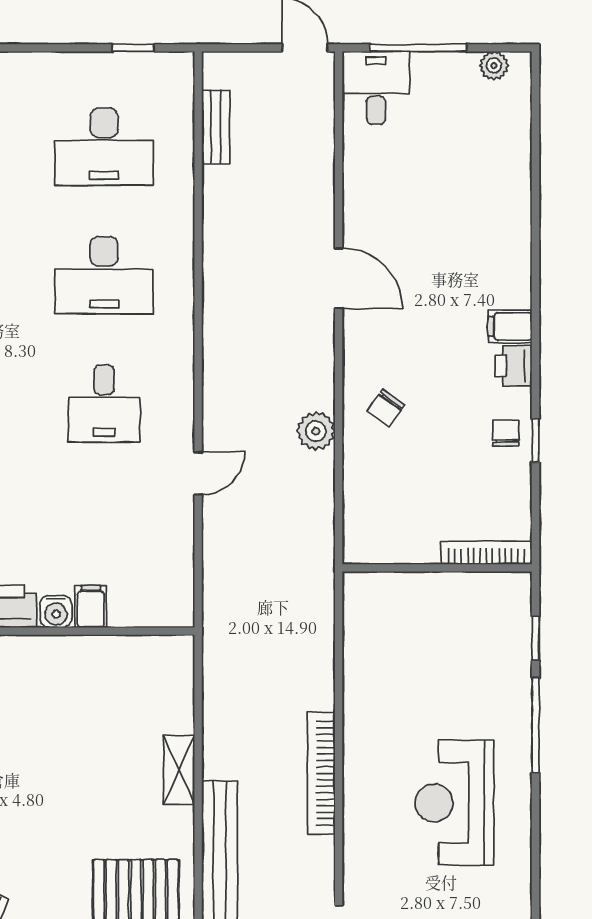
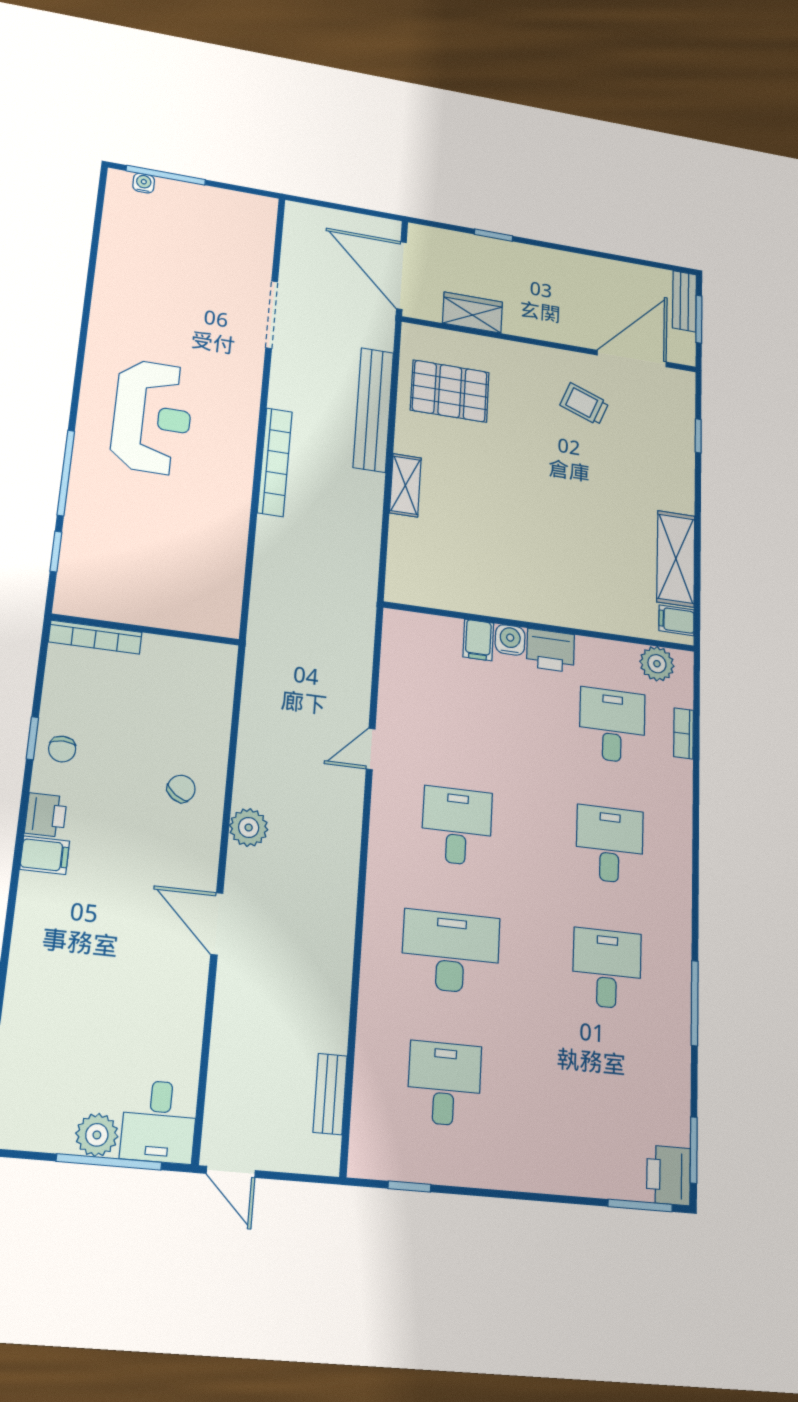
plant: (494, 66) -> (97, 1135), moved, width x1.38, depth x1.38
desk: (104, 147) -> (444, 1084), width x0.73
plant: (316, 431) -> (249, 827), moved

